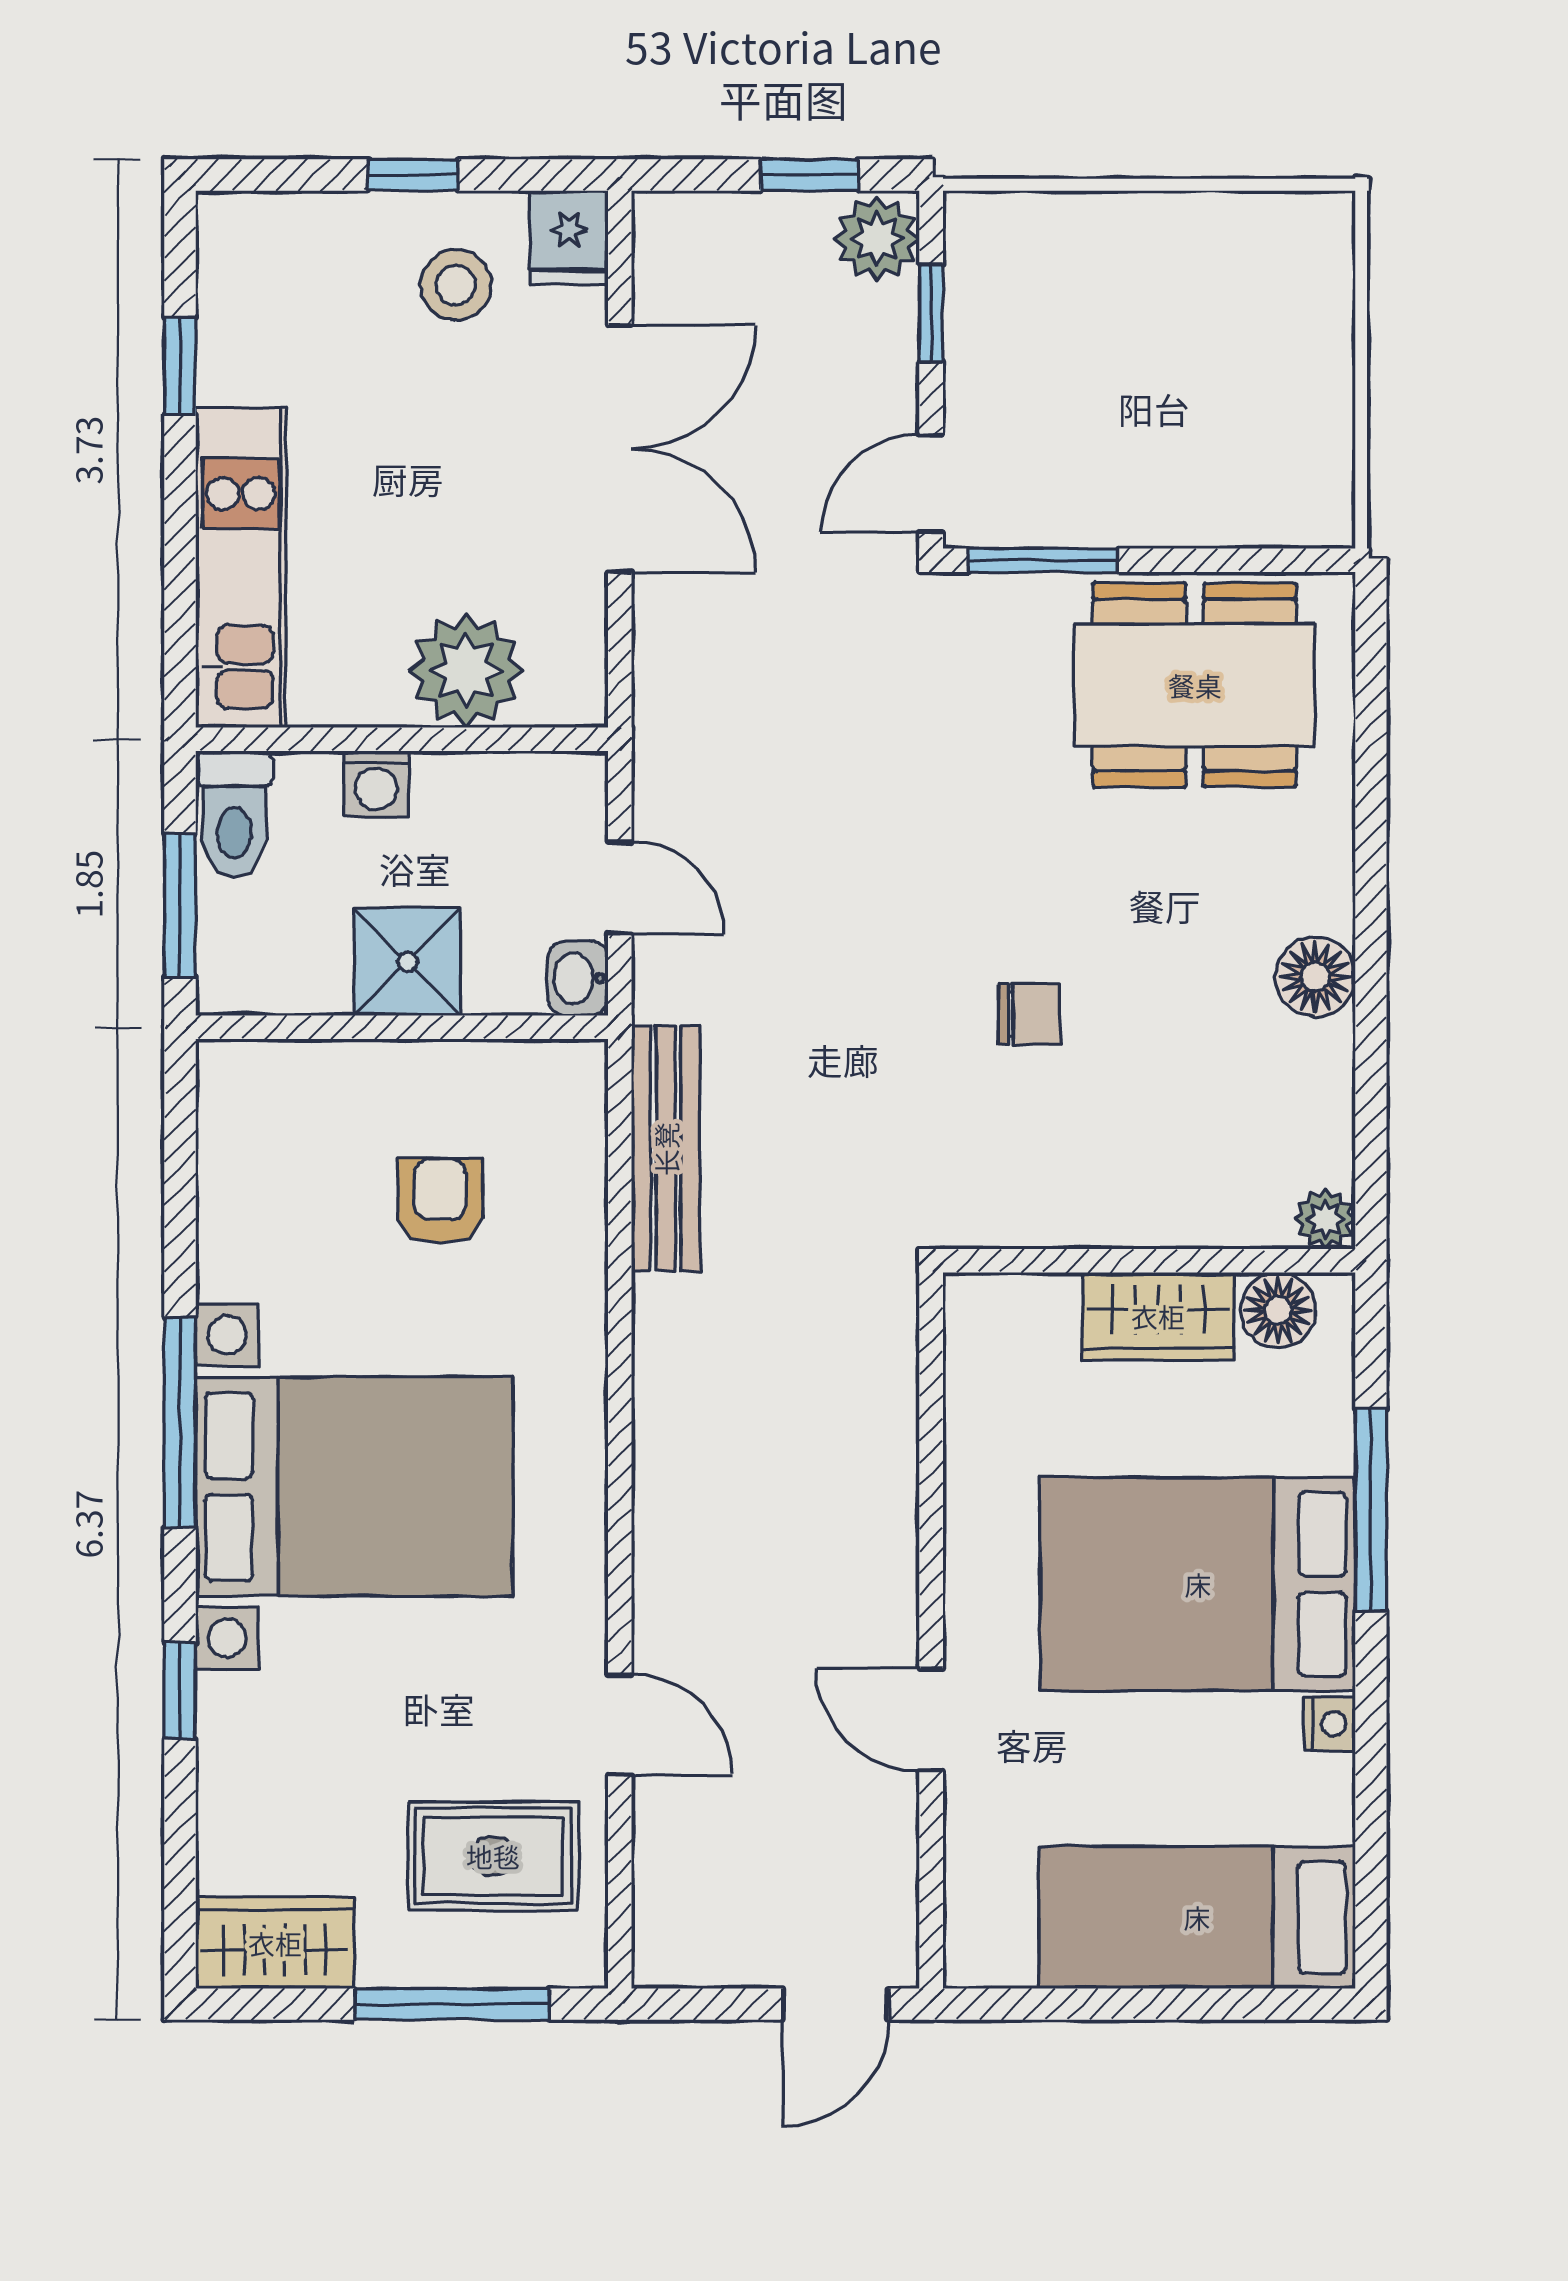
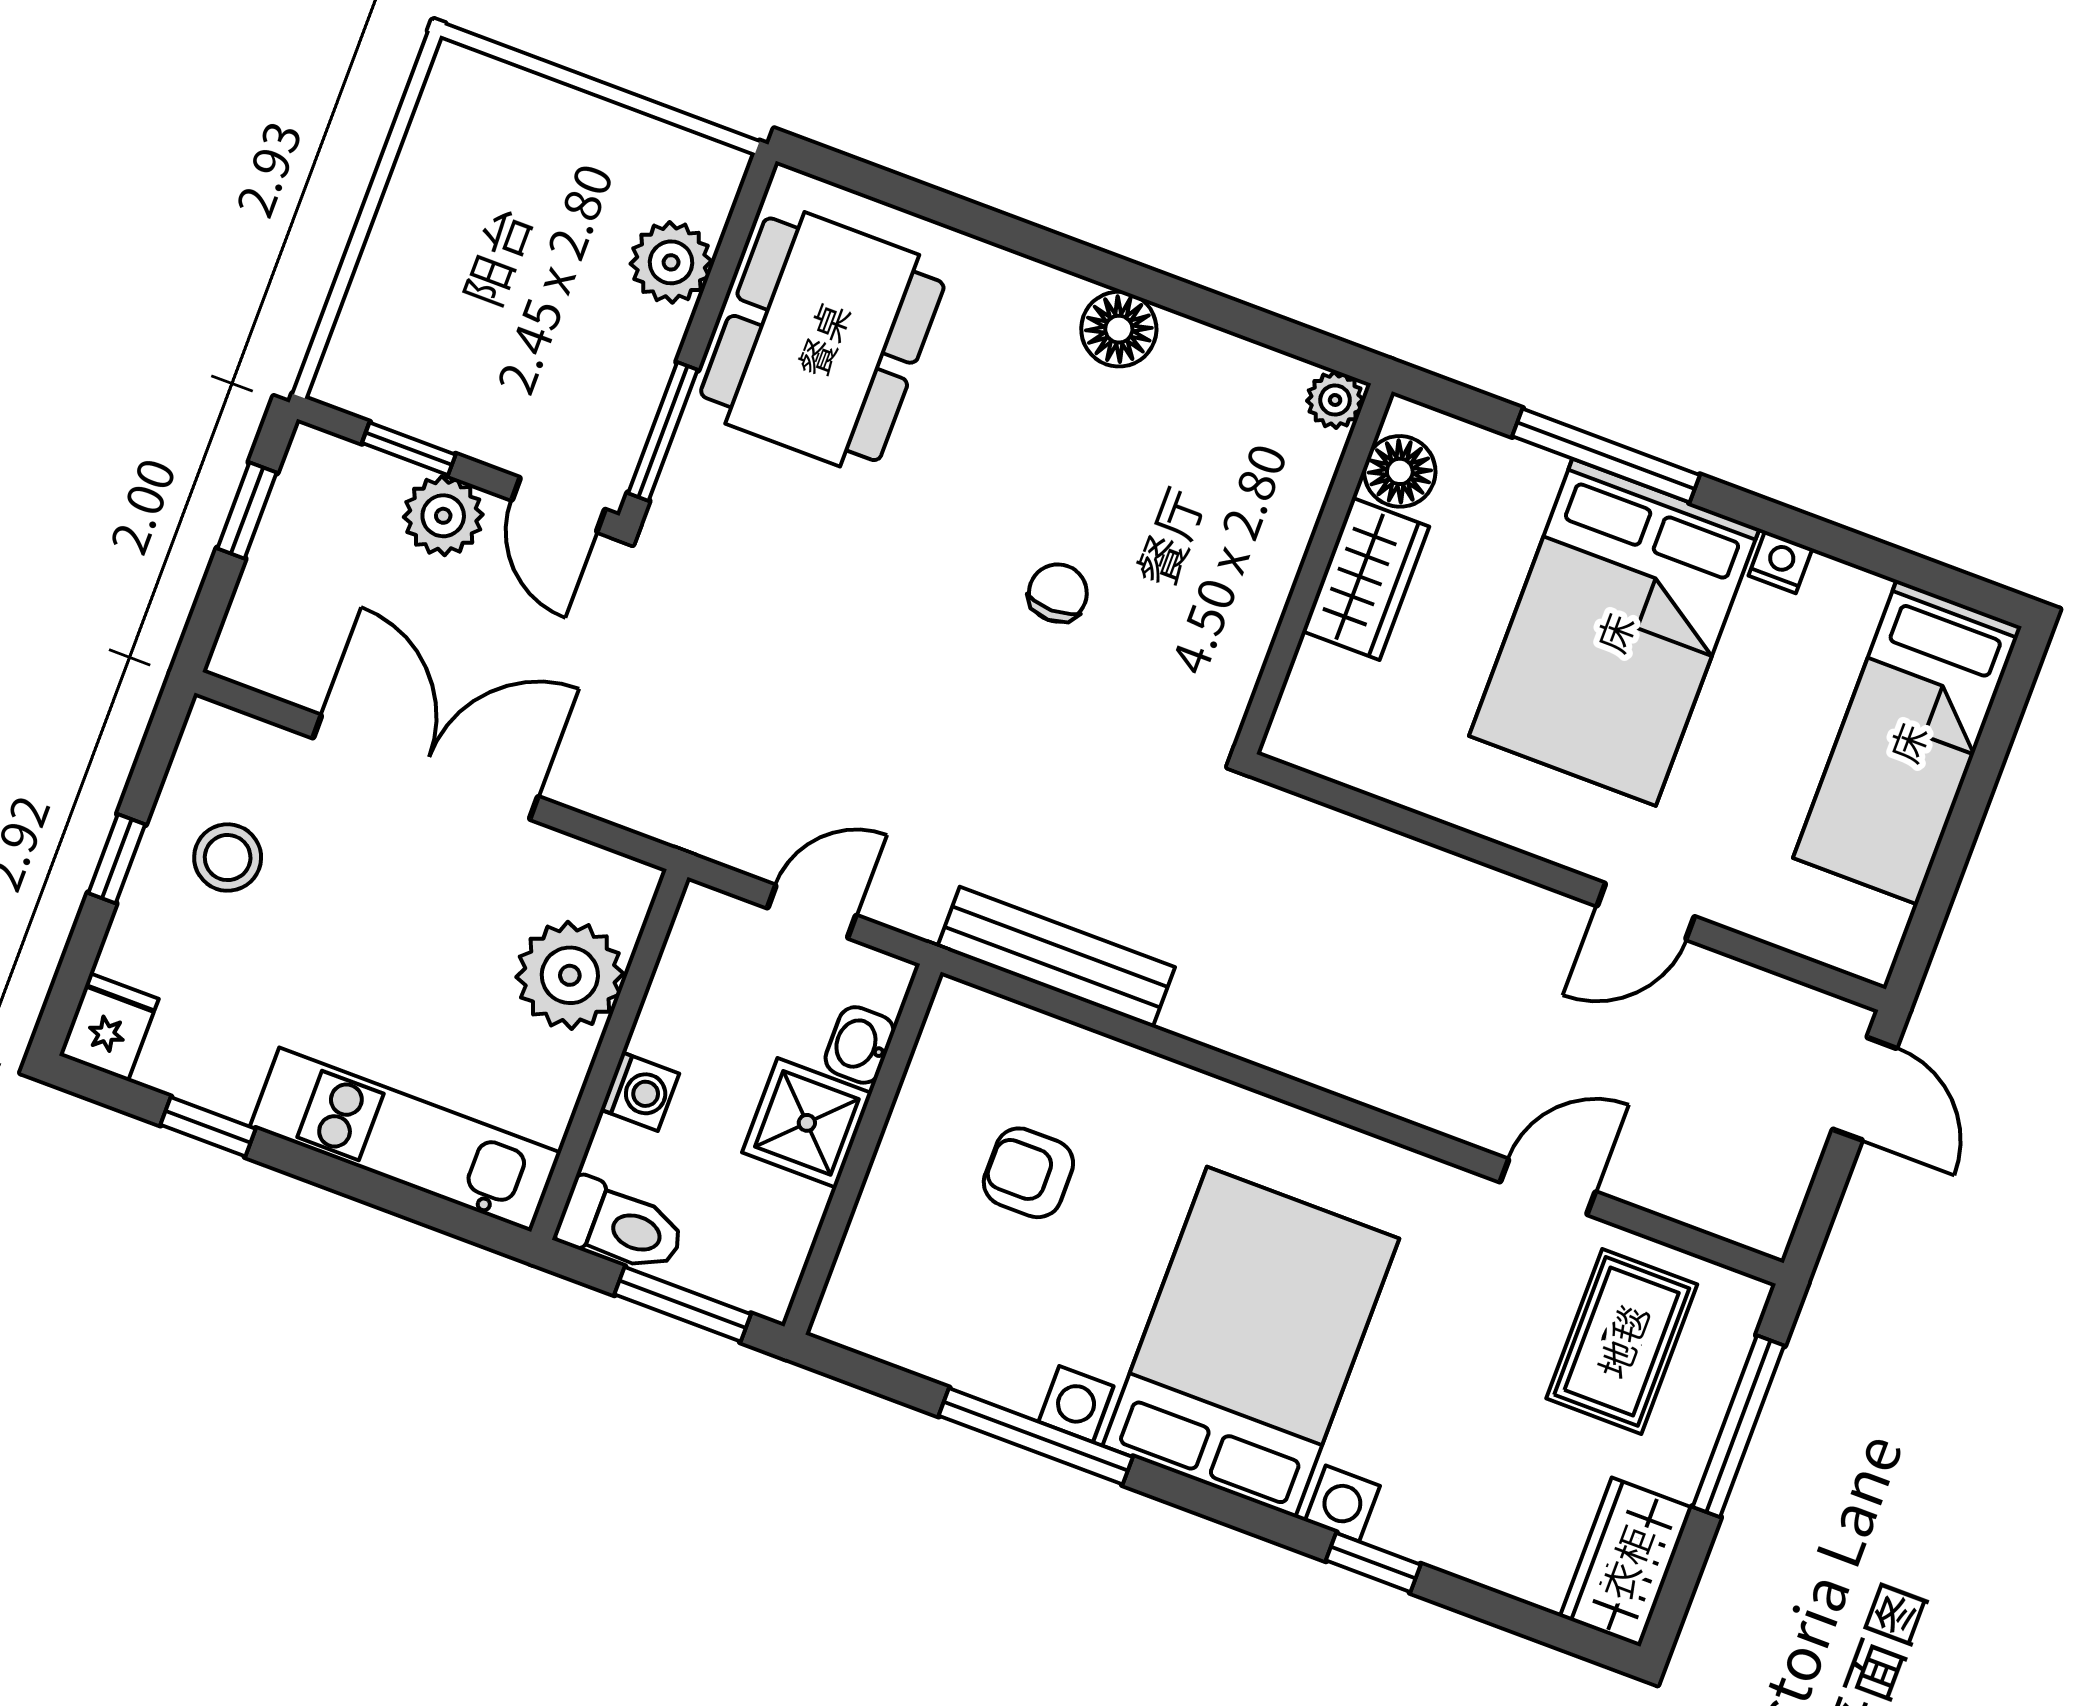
fridge: (569, 237) -> (109, 1027), moved, turned -90
plant: (877, 239) -> (443, 516), moved
plant: (1215, 505) -> (671, 262), added
washbasin: (578, 978) -> (860, 1045), moved, turned 90
window: (180, 1422) -> (1036, 1436), moved

